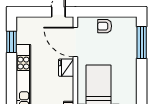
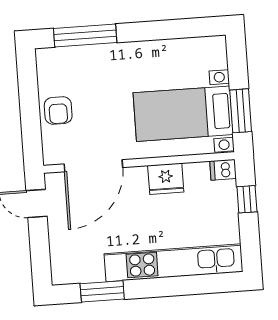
fridge: (66, 68) -> (166, 179), moved

